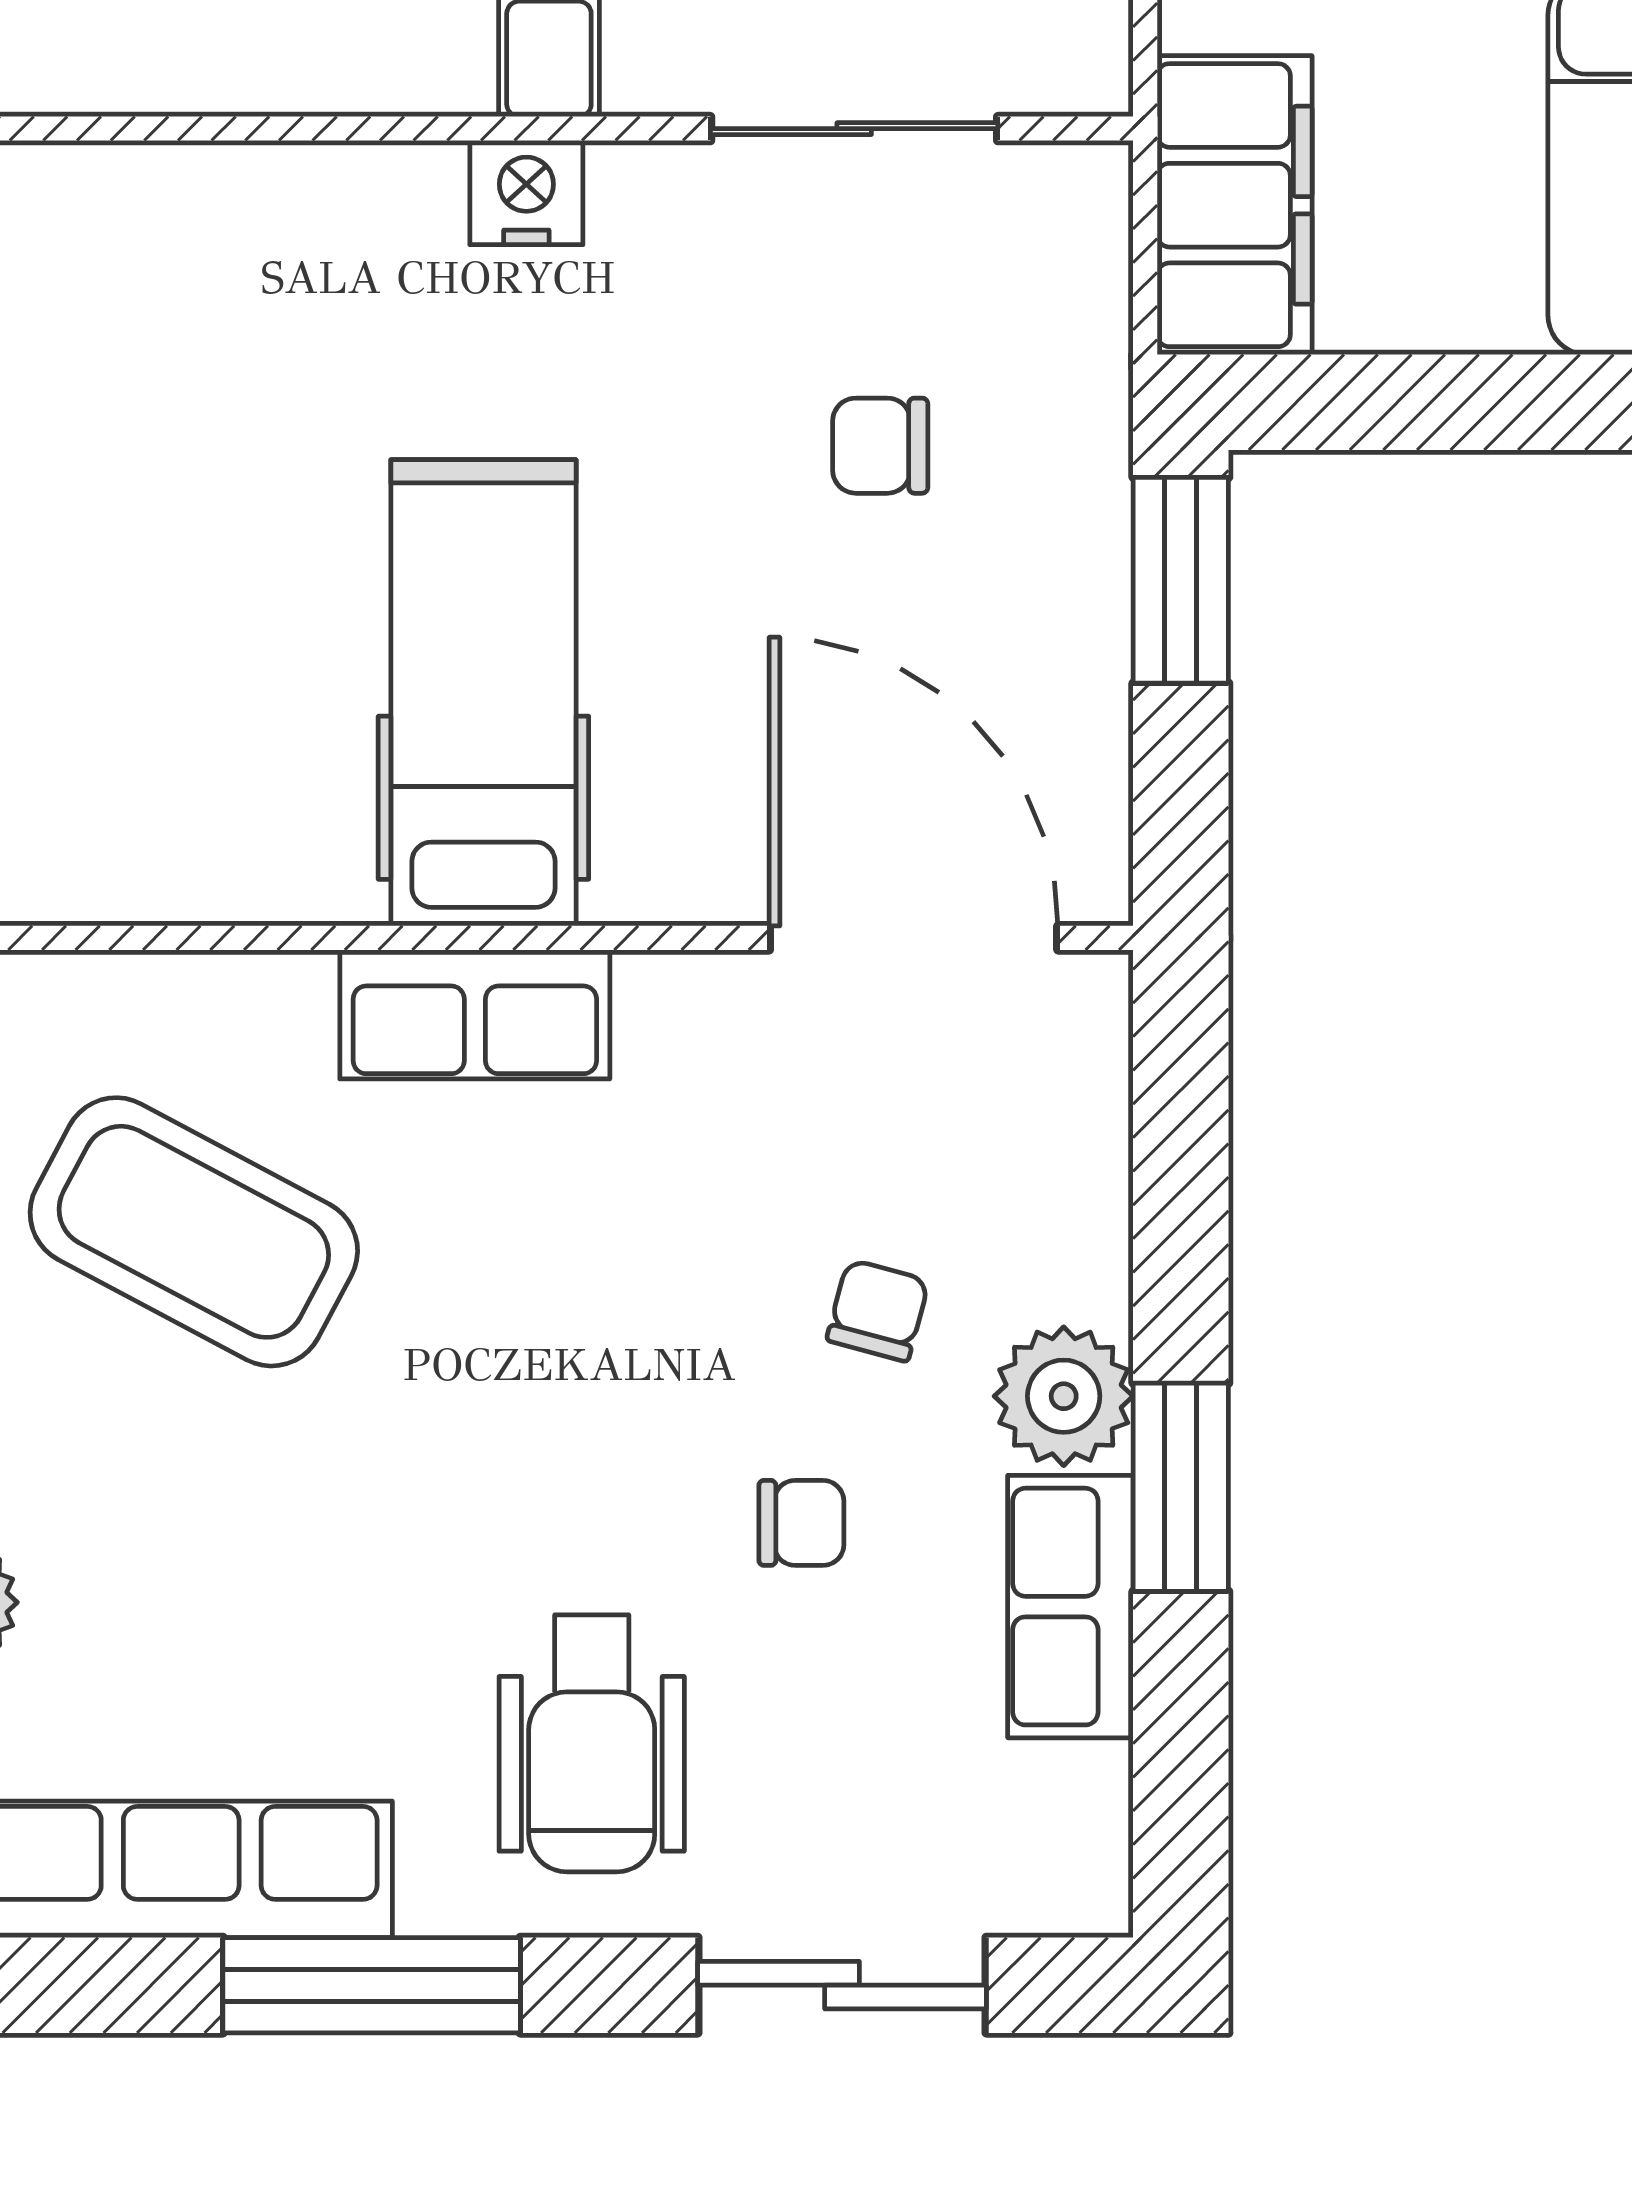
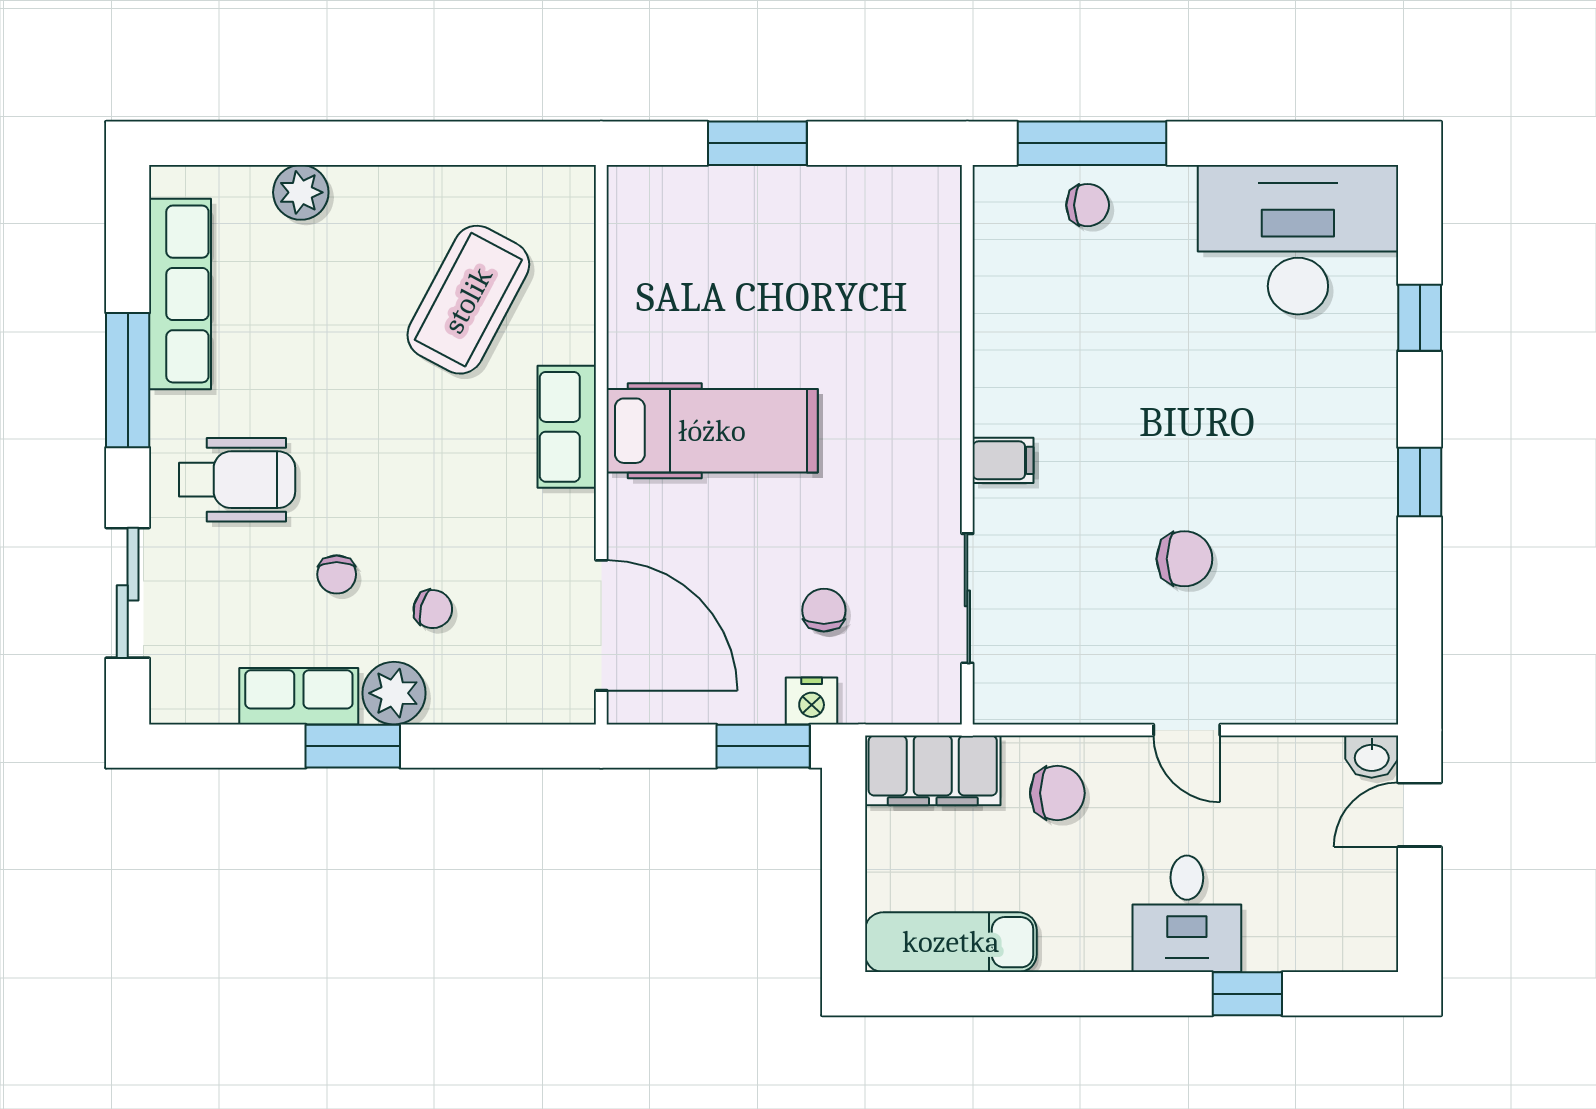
nightstand: (526, 193) -> (812, 701), moved, turned 90
door: (914, 938) -> (601, 625), hinge flipped
wheelchair: (592, 1743) -> (237, 480), turned 180

